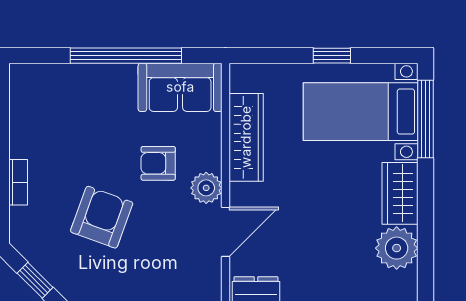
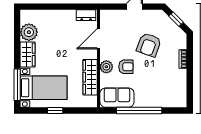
plant: (206, 188) -> (106, 67), moved

